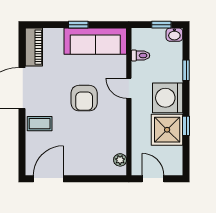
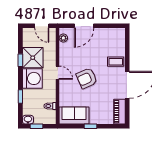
sofa: (95, 41) -> (74, 115), width x0.73
door: (129, 88) -> (58, 73), moved
armchair: (84, 98) -> (87, 78), turned -113
door: (48, 179) -> (84, 26), moved

